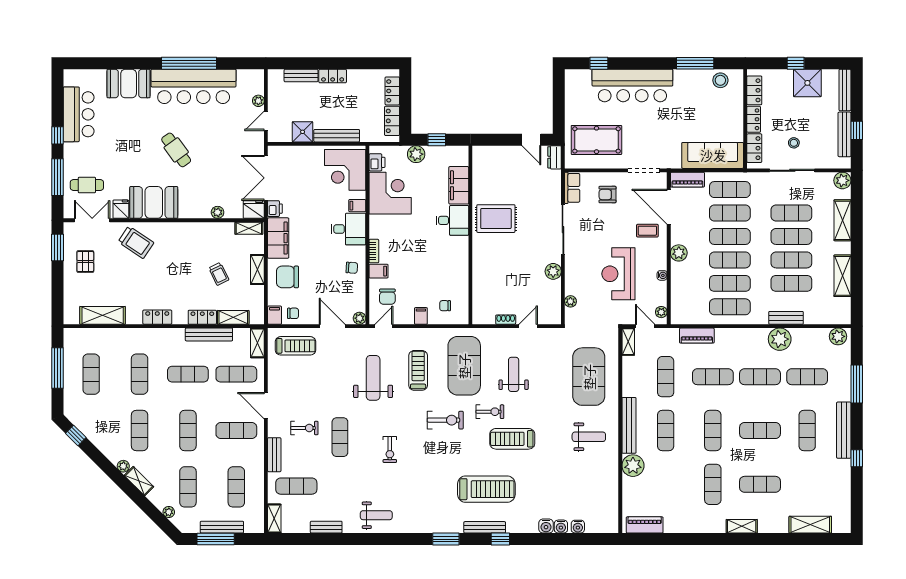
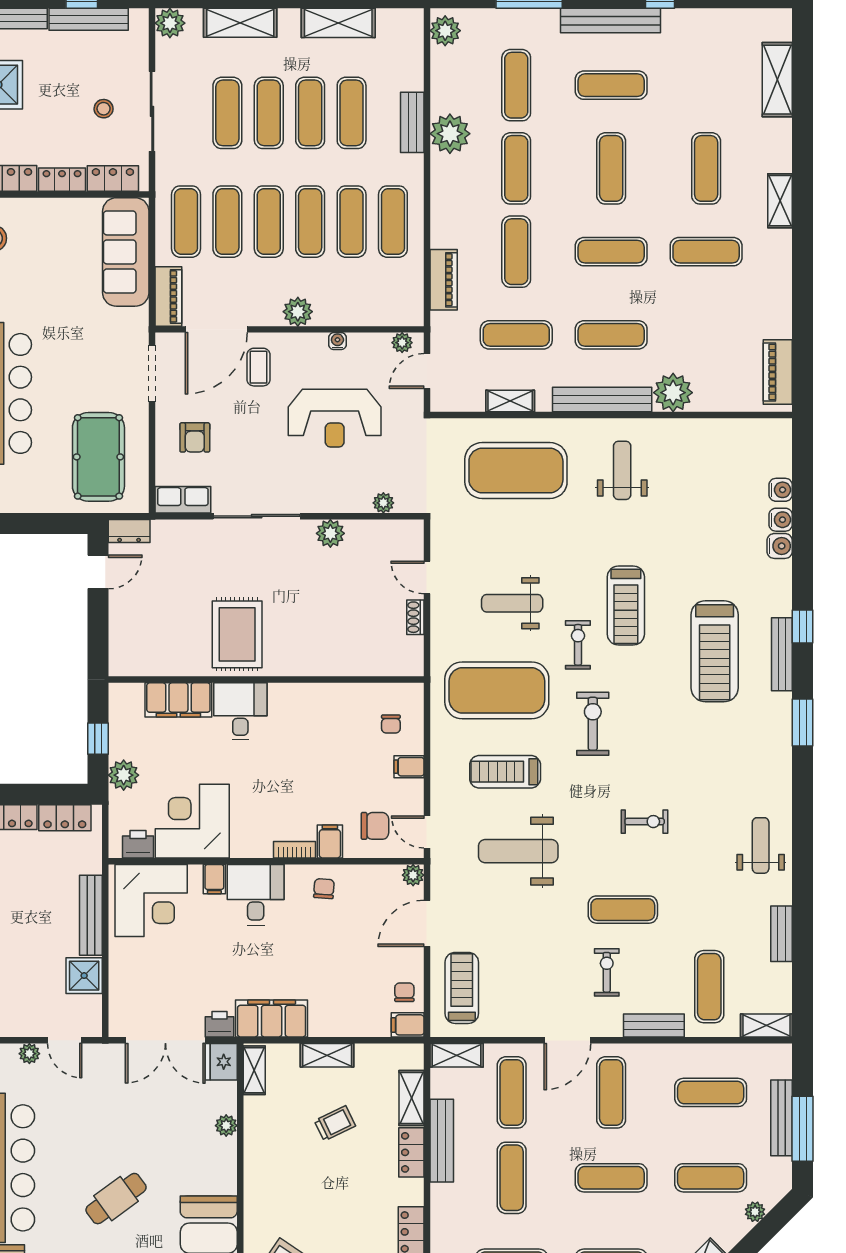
chair: (288, 277) -> (340, 1002), removed
shelving: (628, 342) -> (510, 401), moved
treadmill: (486, 489) -> (715, 651), turned 180

